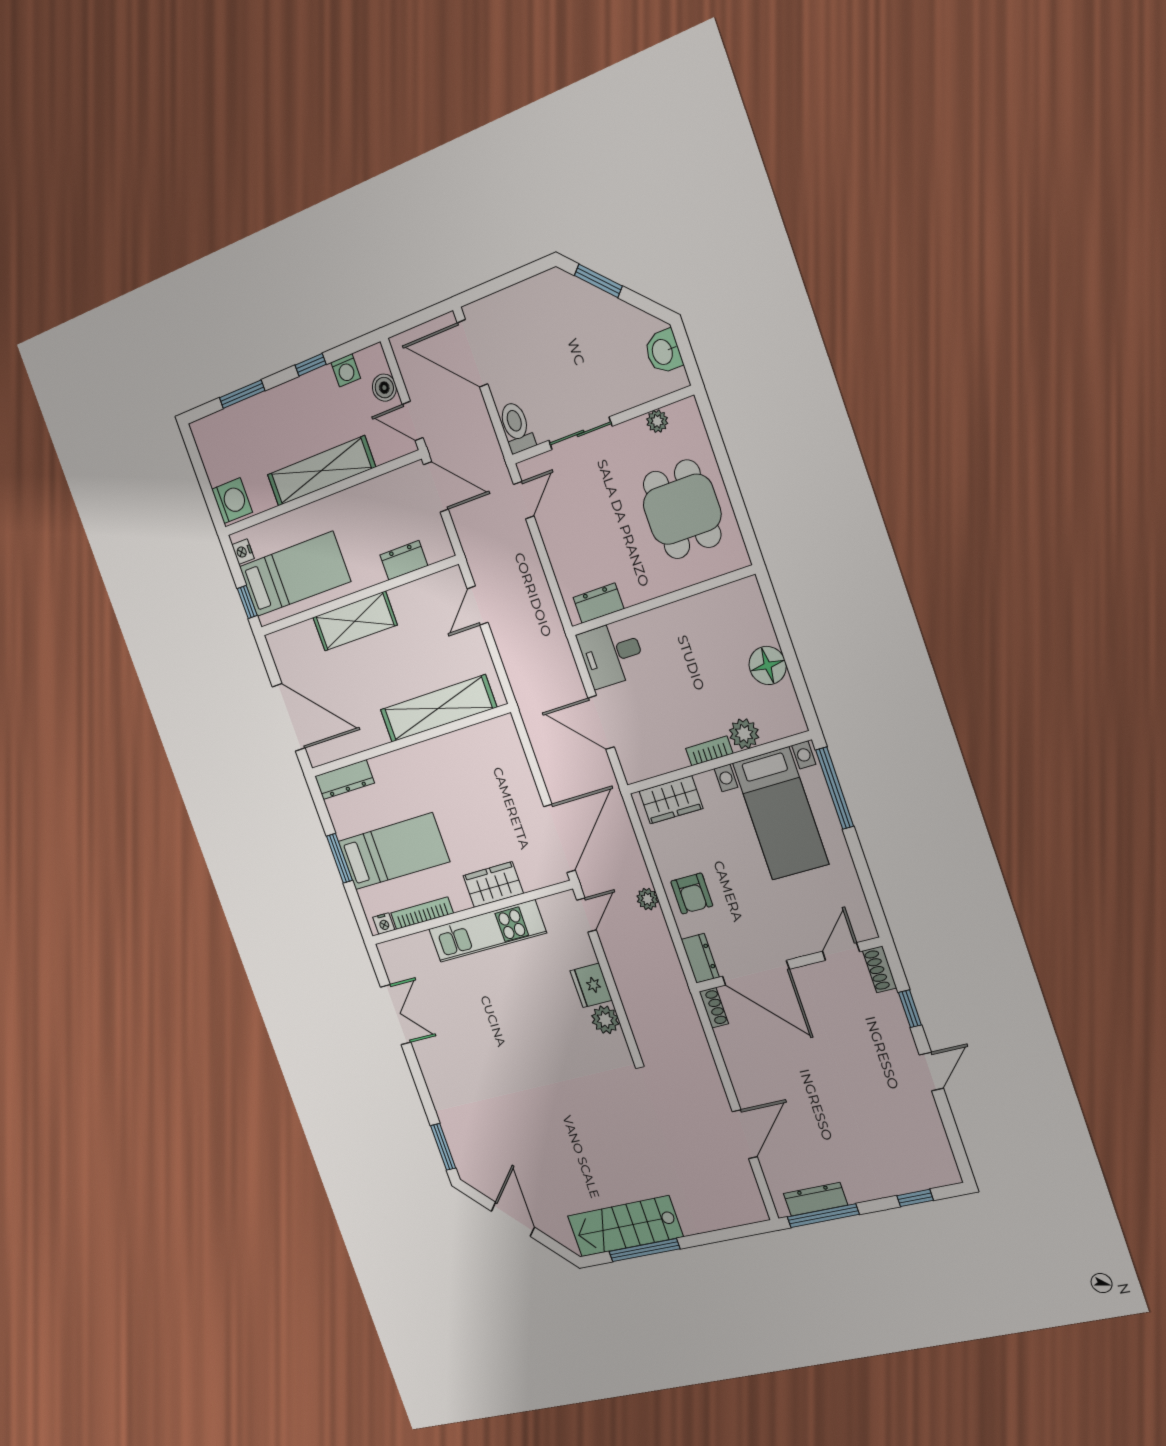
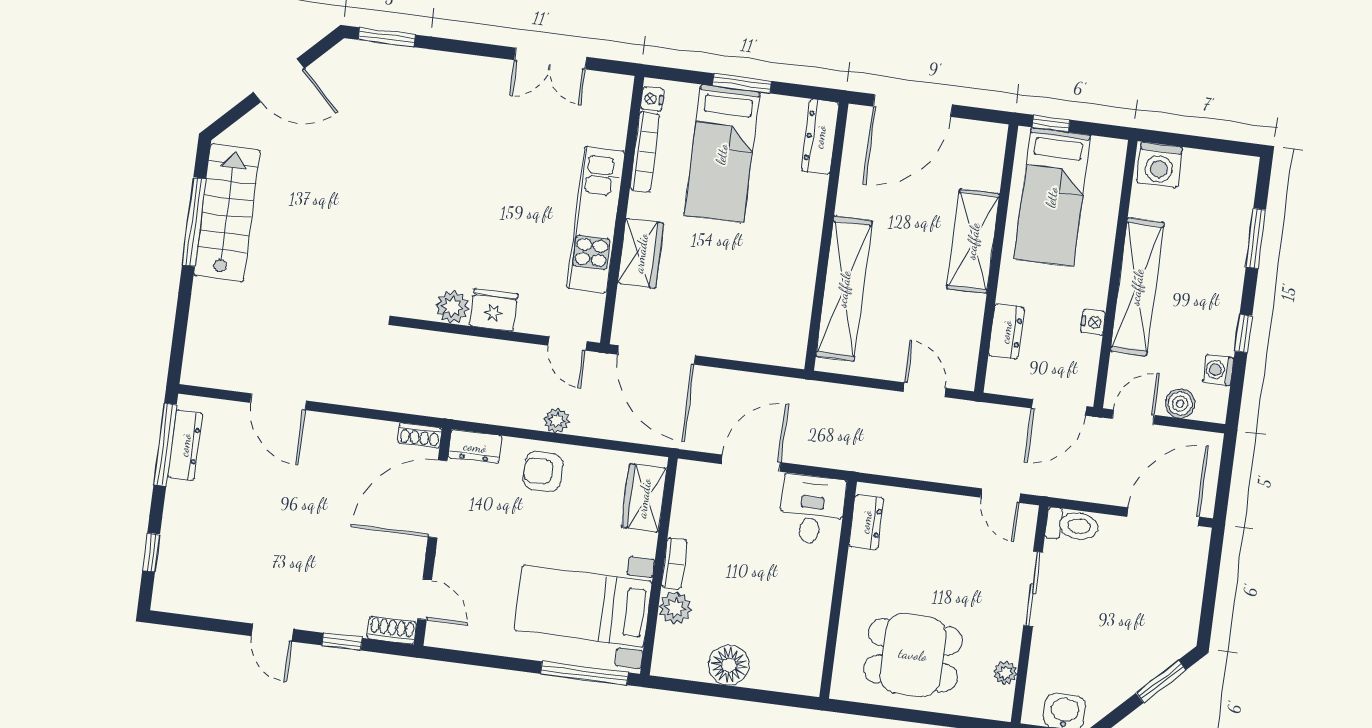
nightstand: (243, 552) -> (1093, 322), moved, turned 90

